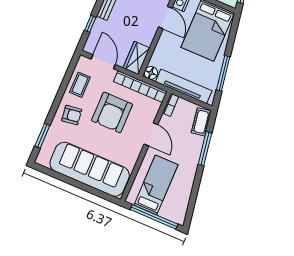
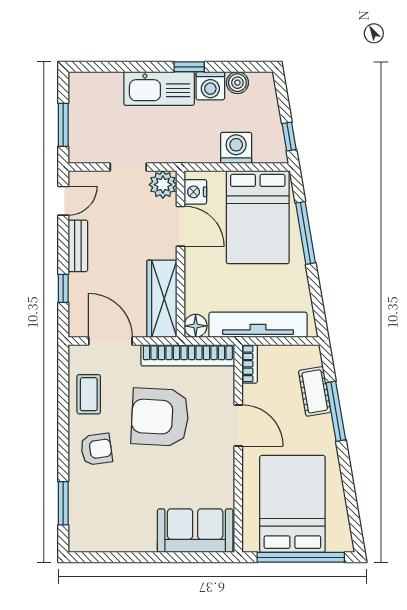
wardrobe: (137, 58) -> (162, 299), width x1.50
window: (223, 73) -> (306, 233), moved
armchair: (112, 112) -> (160, 417), turned 93
cot: (201, 122) -> (315, 391), moved
sofa: (90, 169) -> (195, 531), width x0.54, depth x0.79
bed: (156, 185) -> (292, 504), width x1.50

